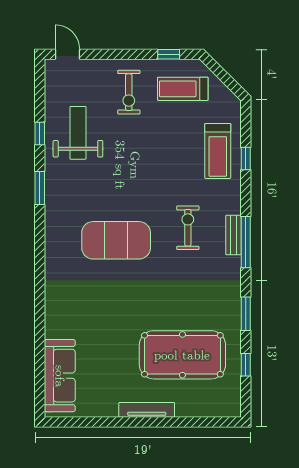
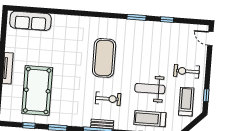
door: (67, 54) -> (210, 38), swing flipped
weight bench: (78, 133) -> (150, 89), moved, turned 180

